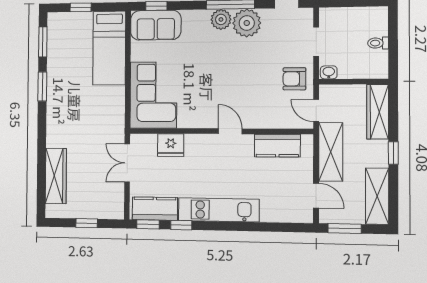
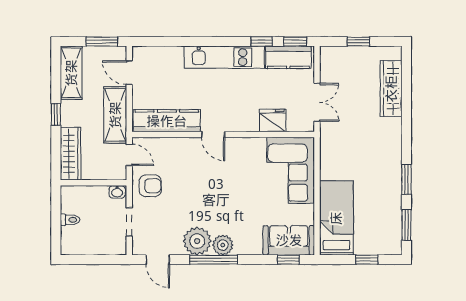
kitchen counter: (277, 146) -> (167, 121), width x1.50

